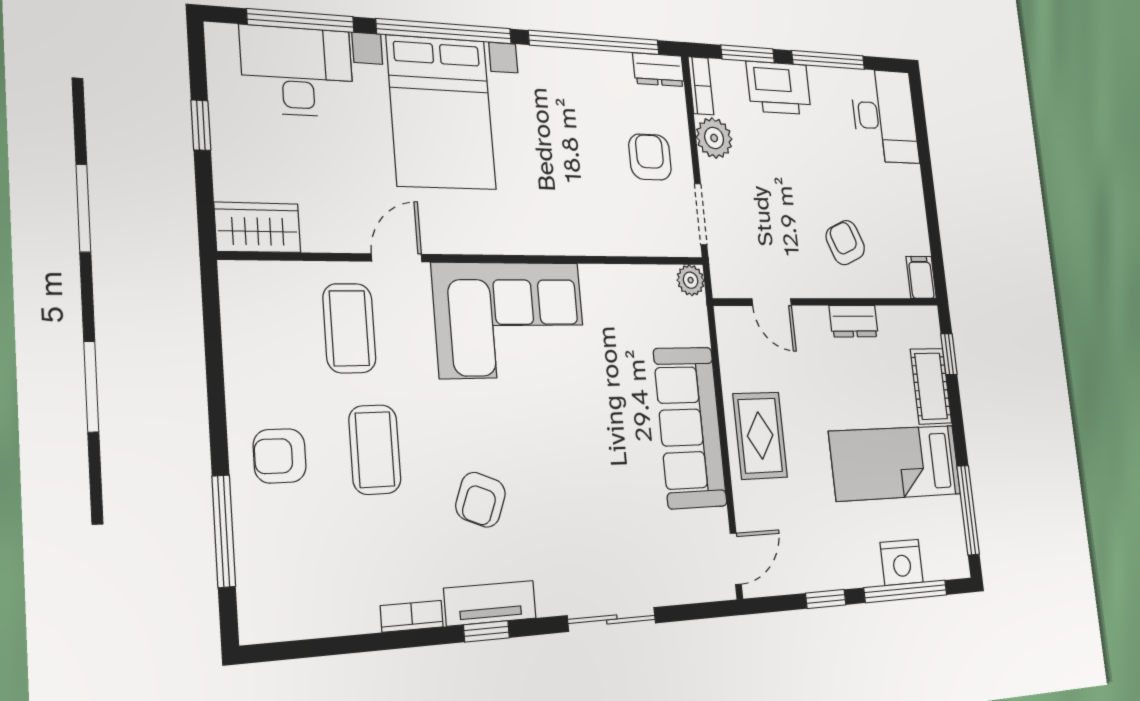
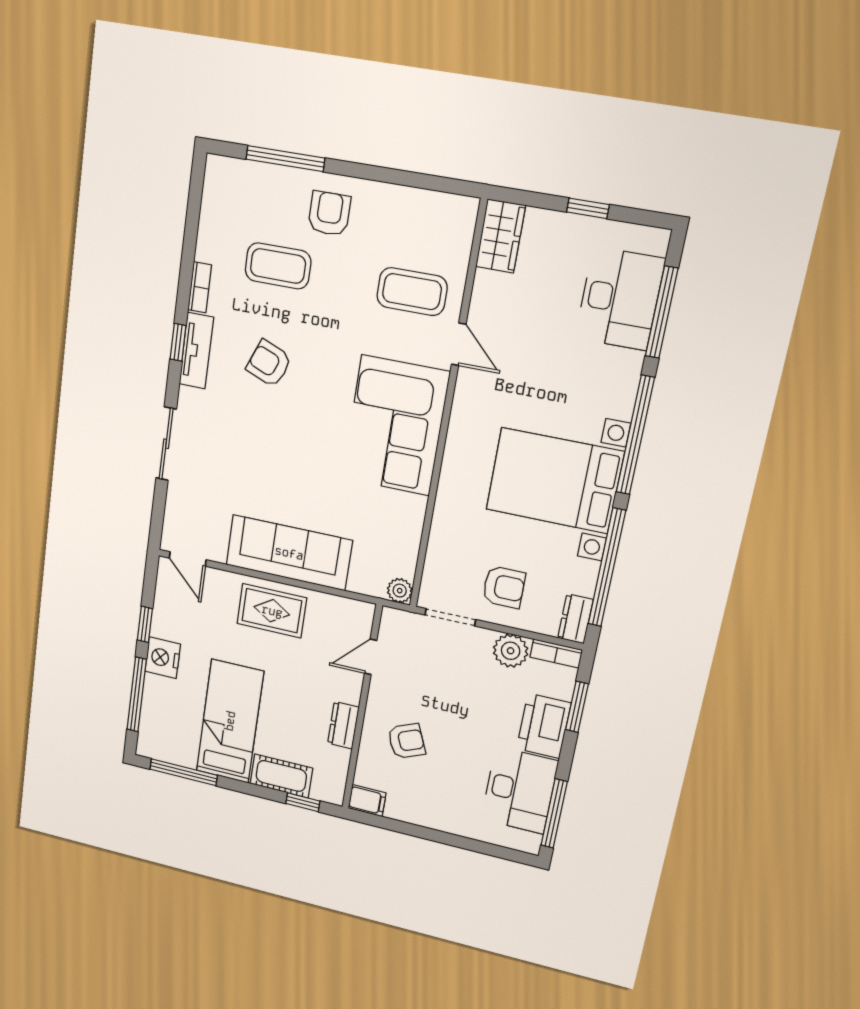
window: (828, 60) -> (554, 814), moved
bed with nightstands: (441, 113) -> (554, 481), moved
desk: (885, 116) -> (520, 790), moved, turned -90
coffee table: (375, 450) -> (278, 266), moved
nightstand: (902, 562) -> (163, 658), moved

